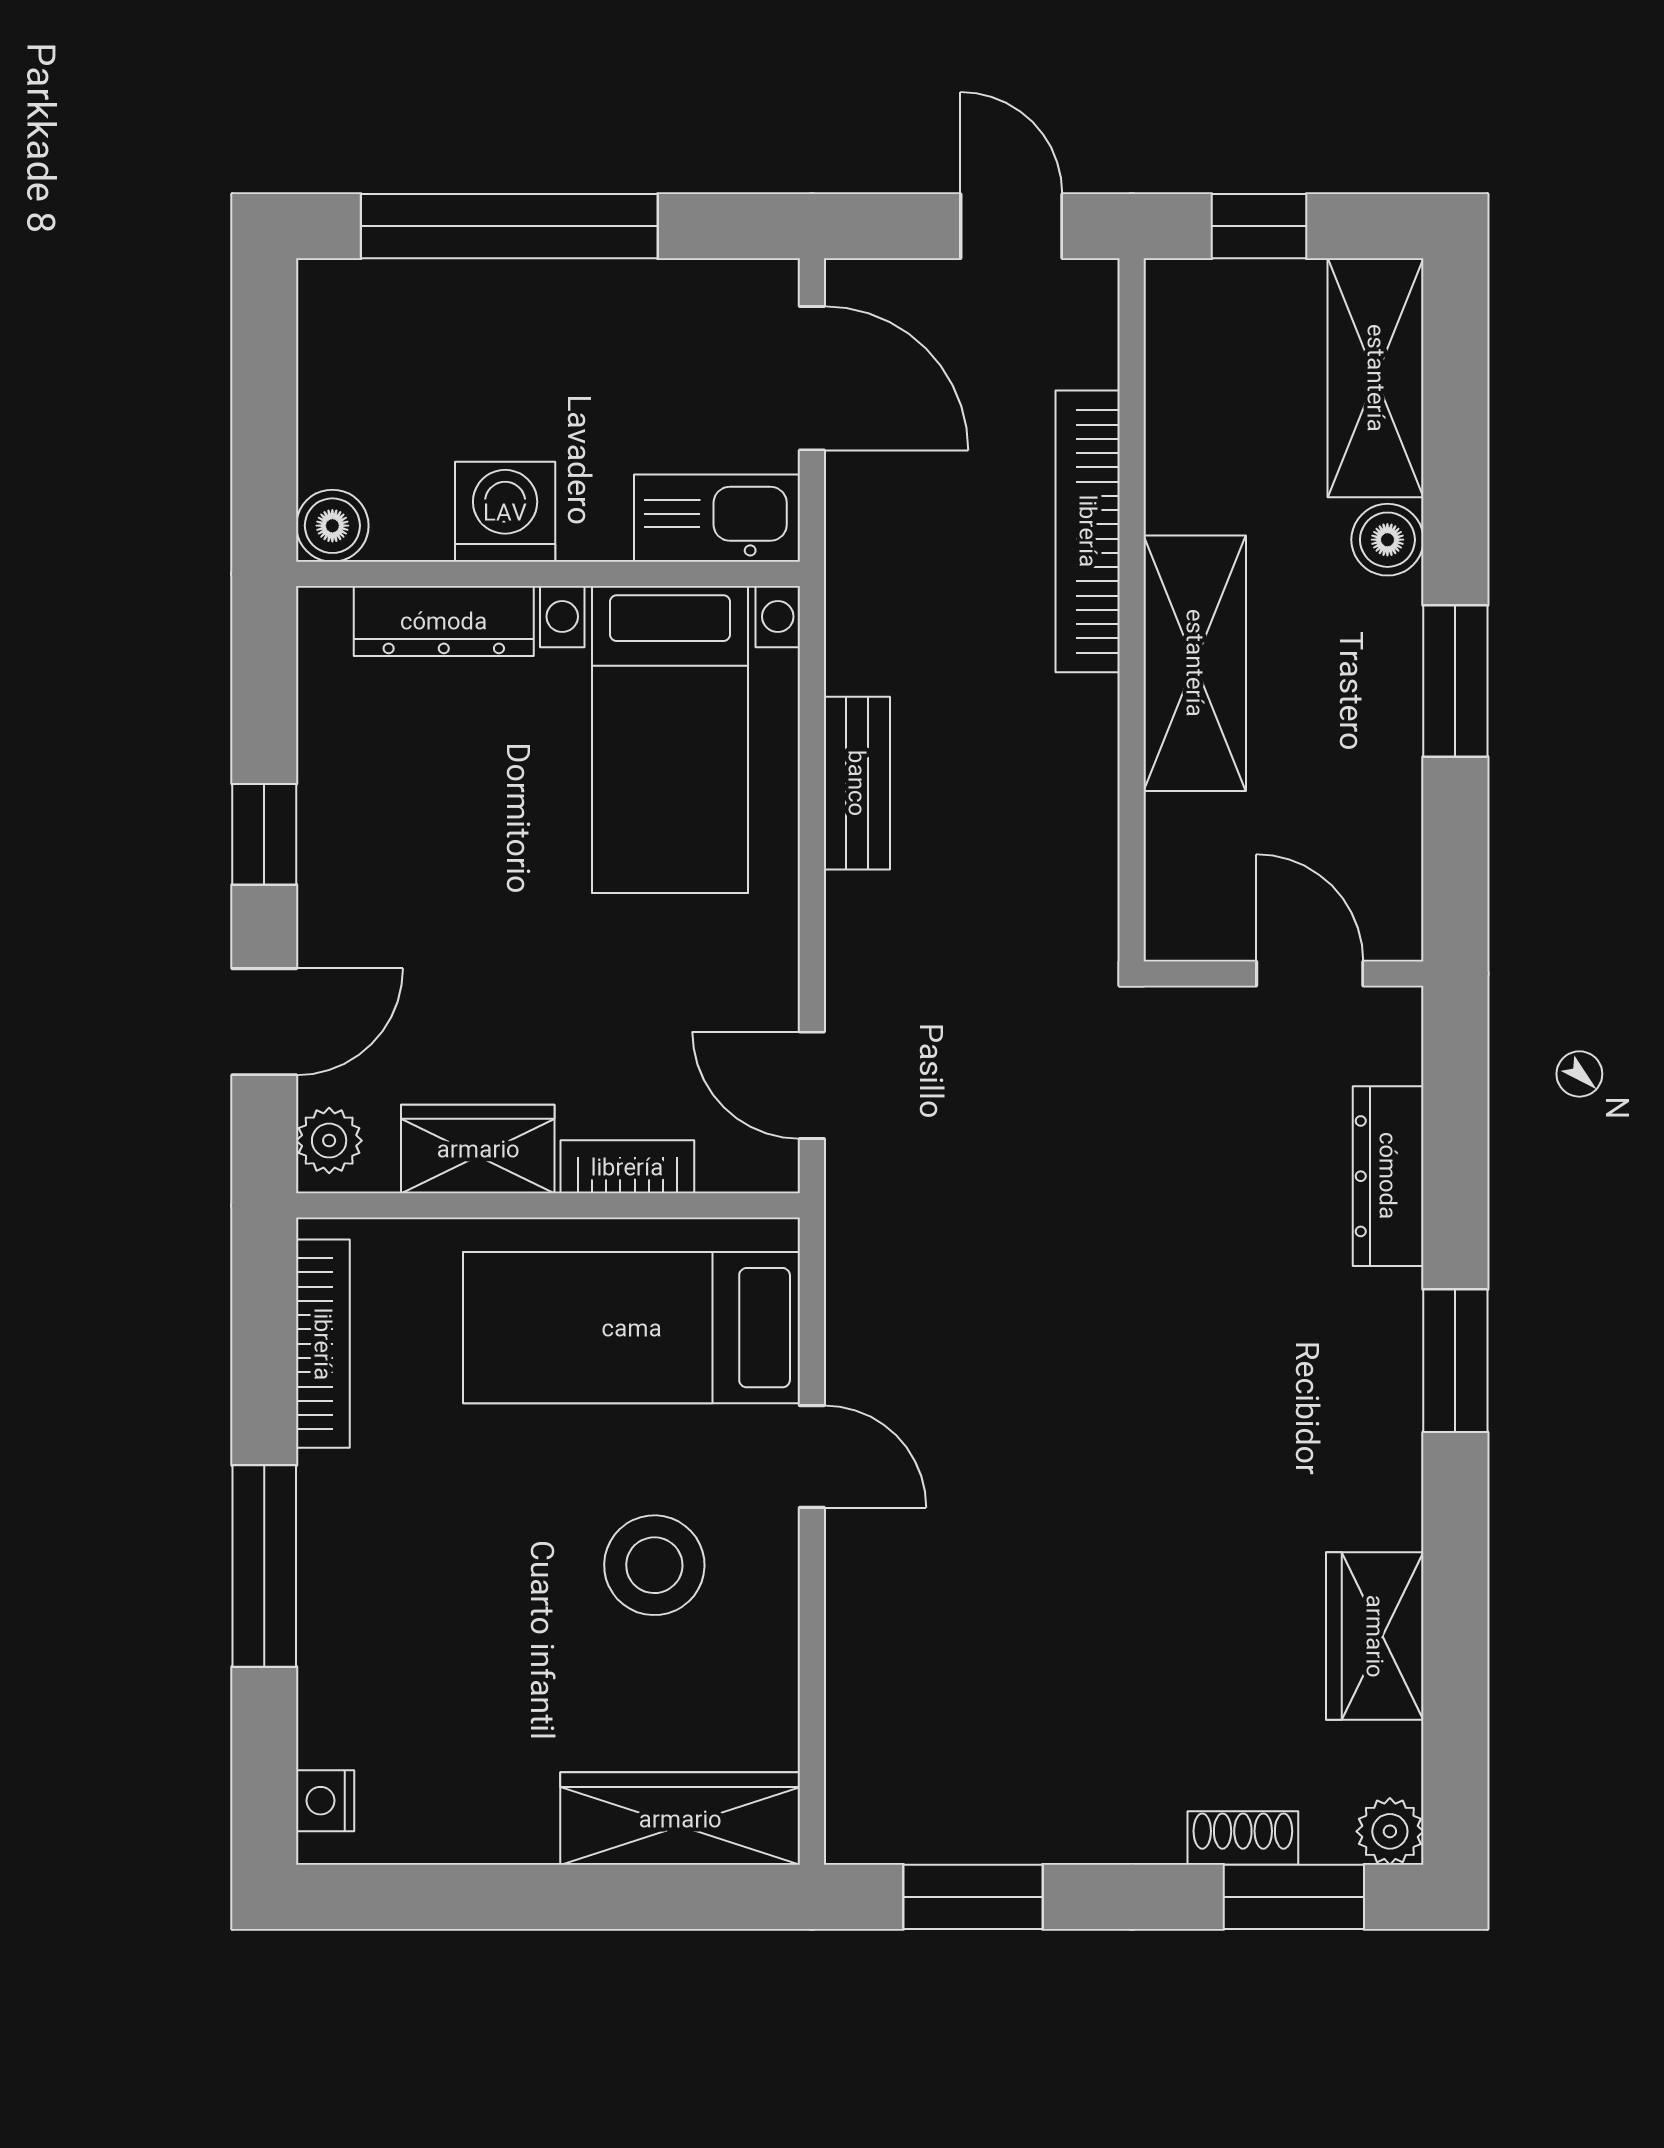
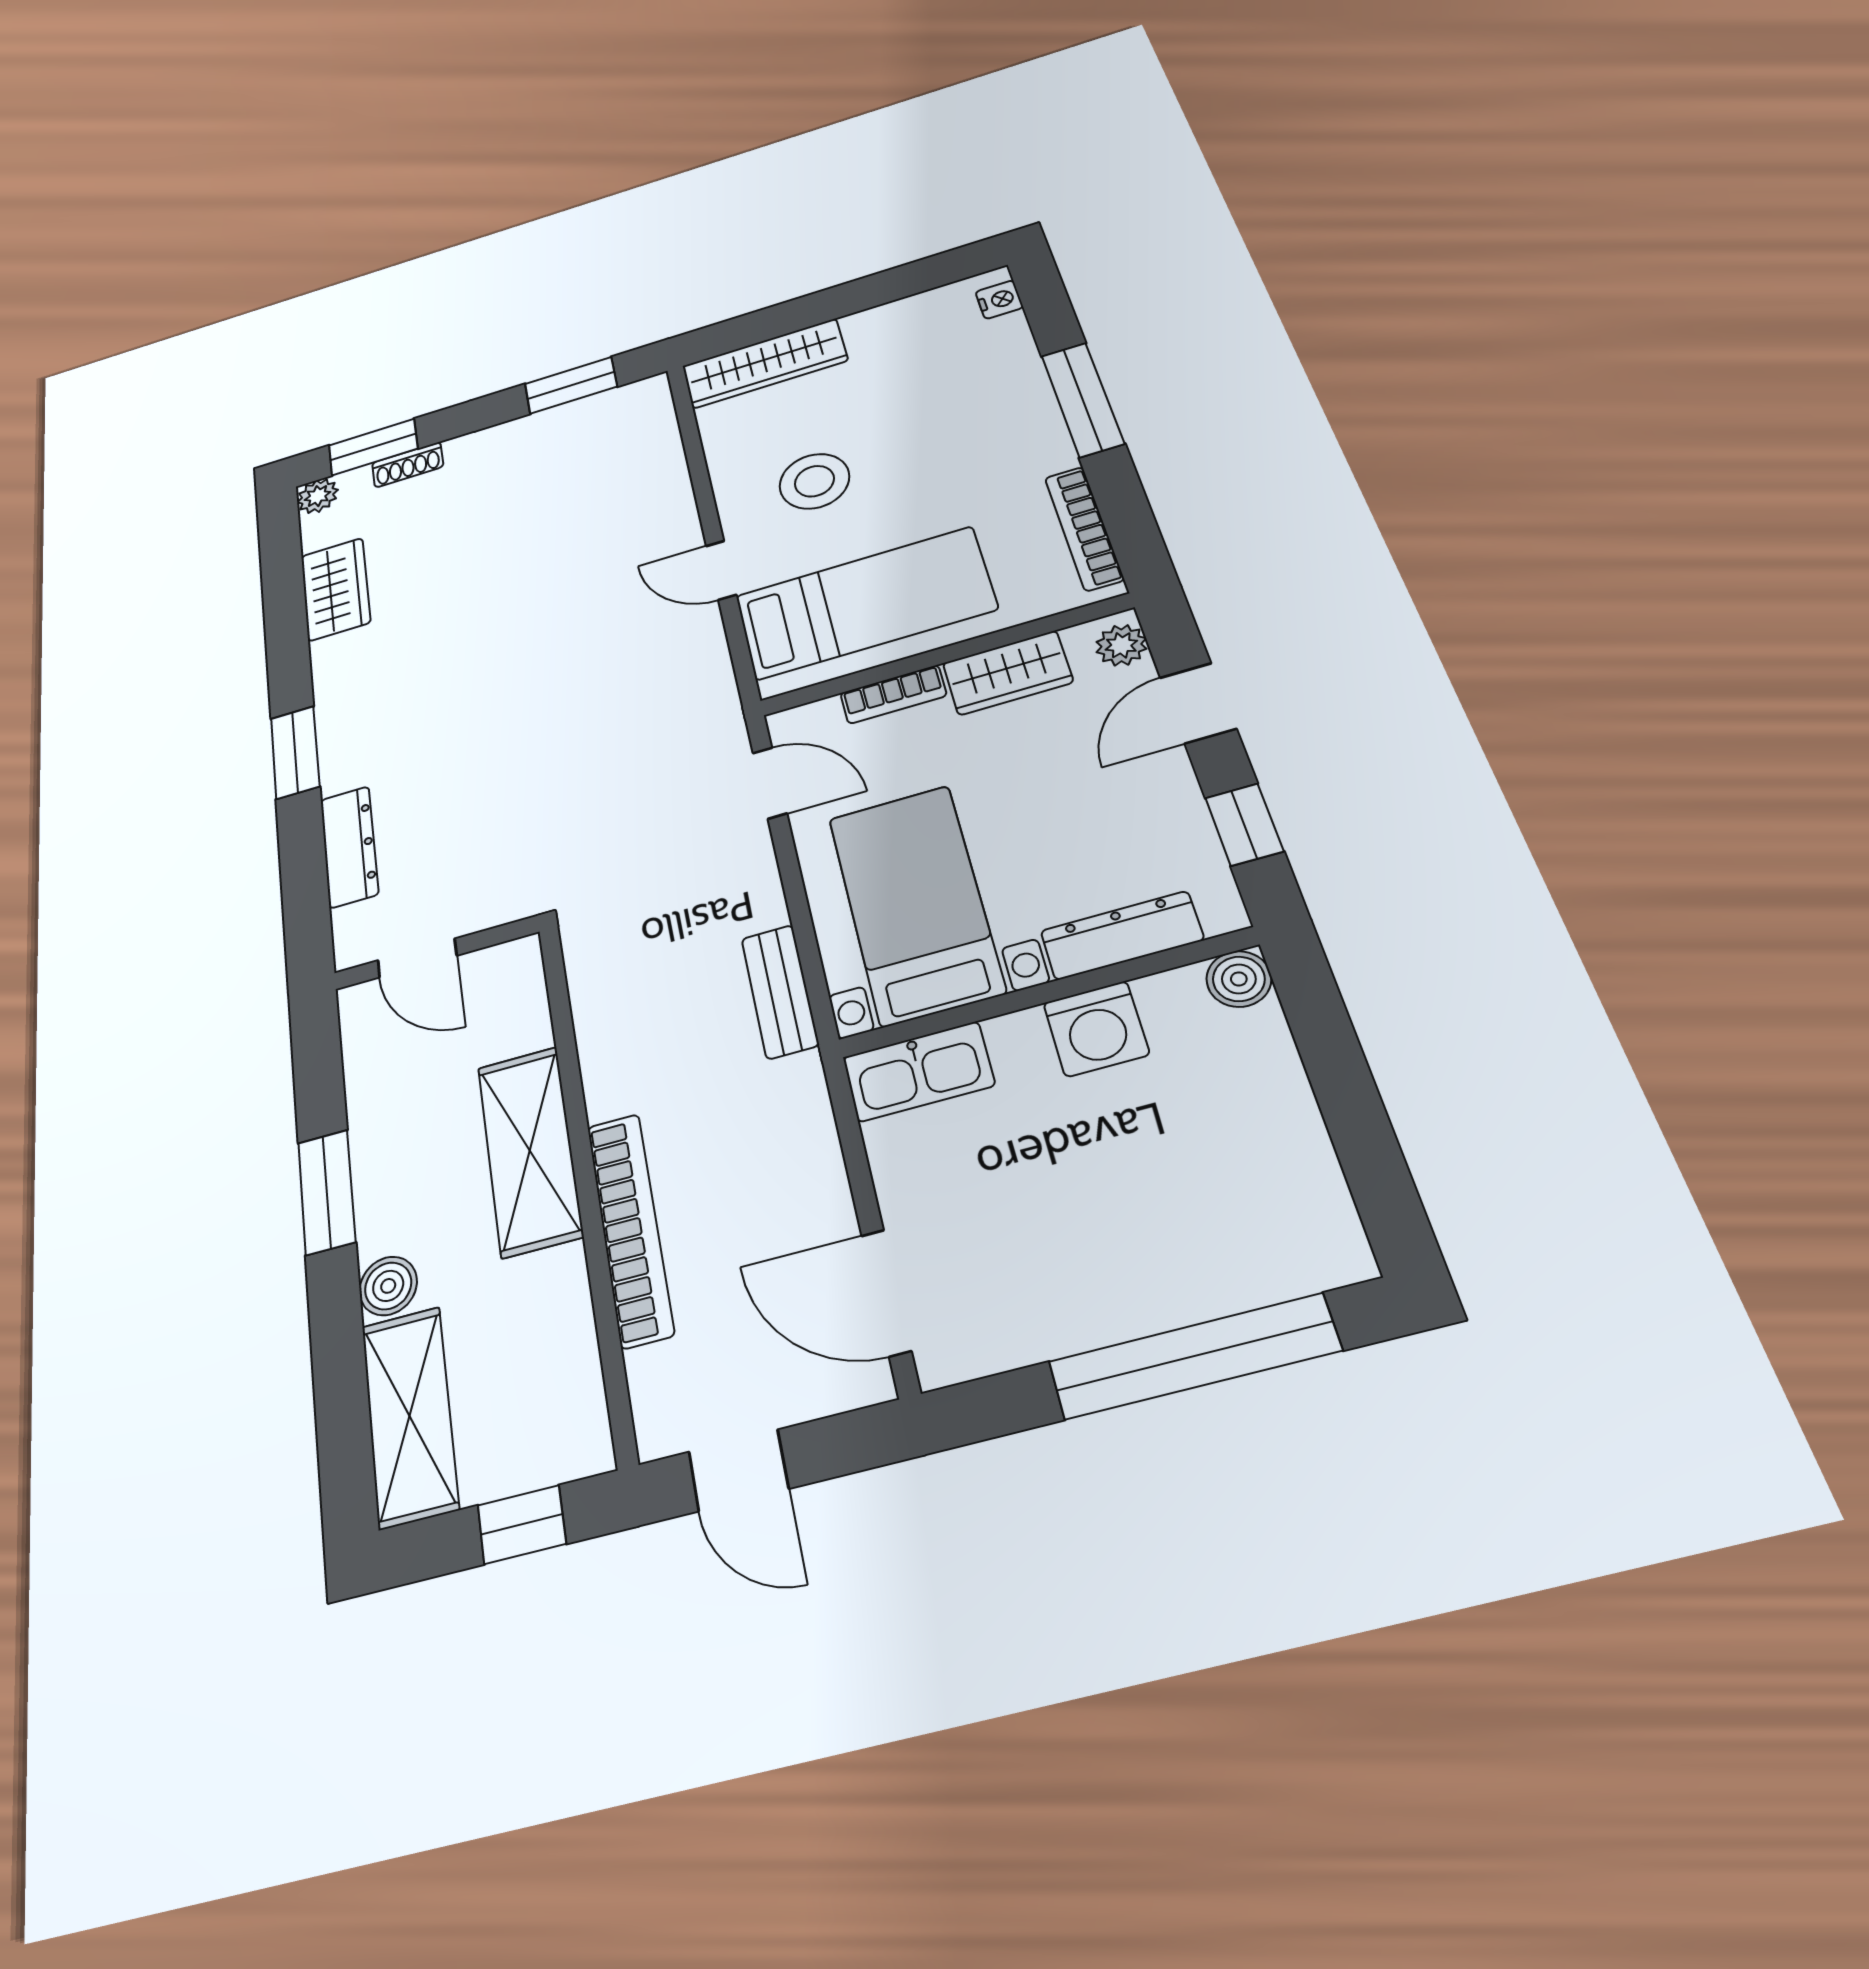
washing machine: (505, 512) -> (1096, 1029), moved
kitchen sink: (717, 518) -> (918, 1071), moved
boiler: (332, 526) -> (1239, 979), moved
wall: (548, 574) -> (1046, 993), moved
dresser: (444, 621) -> (1122, 935), moved
bed with nightstands: (670, 740) -> (915, 903), moved

